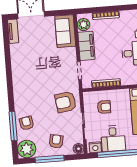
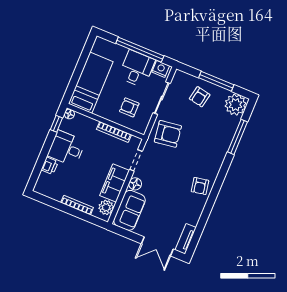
armchair: (27, 123) -> (200, 186), moved
floor lamp: (78, 149) -> (135, 184), moved

